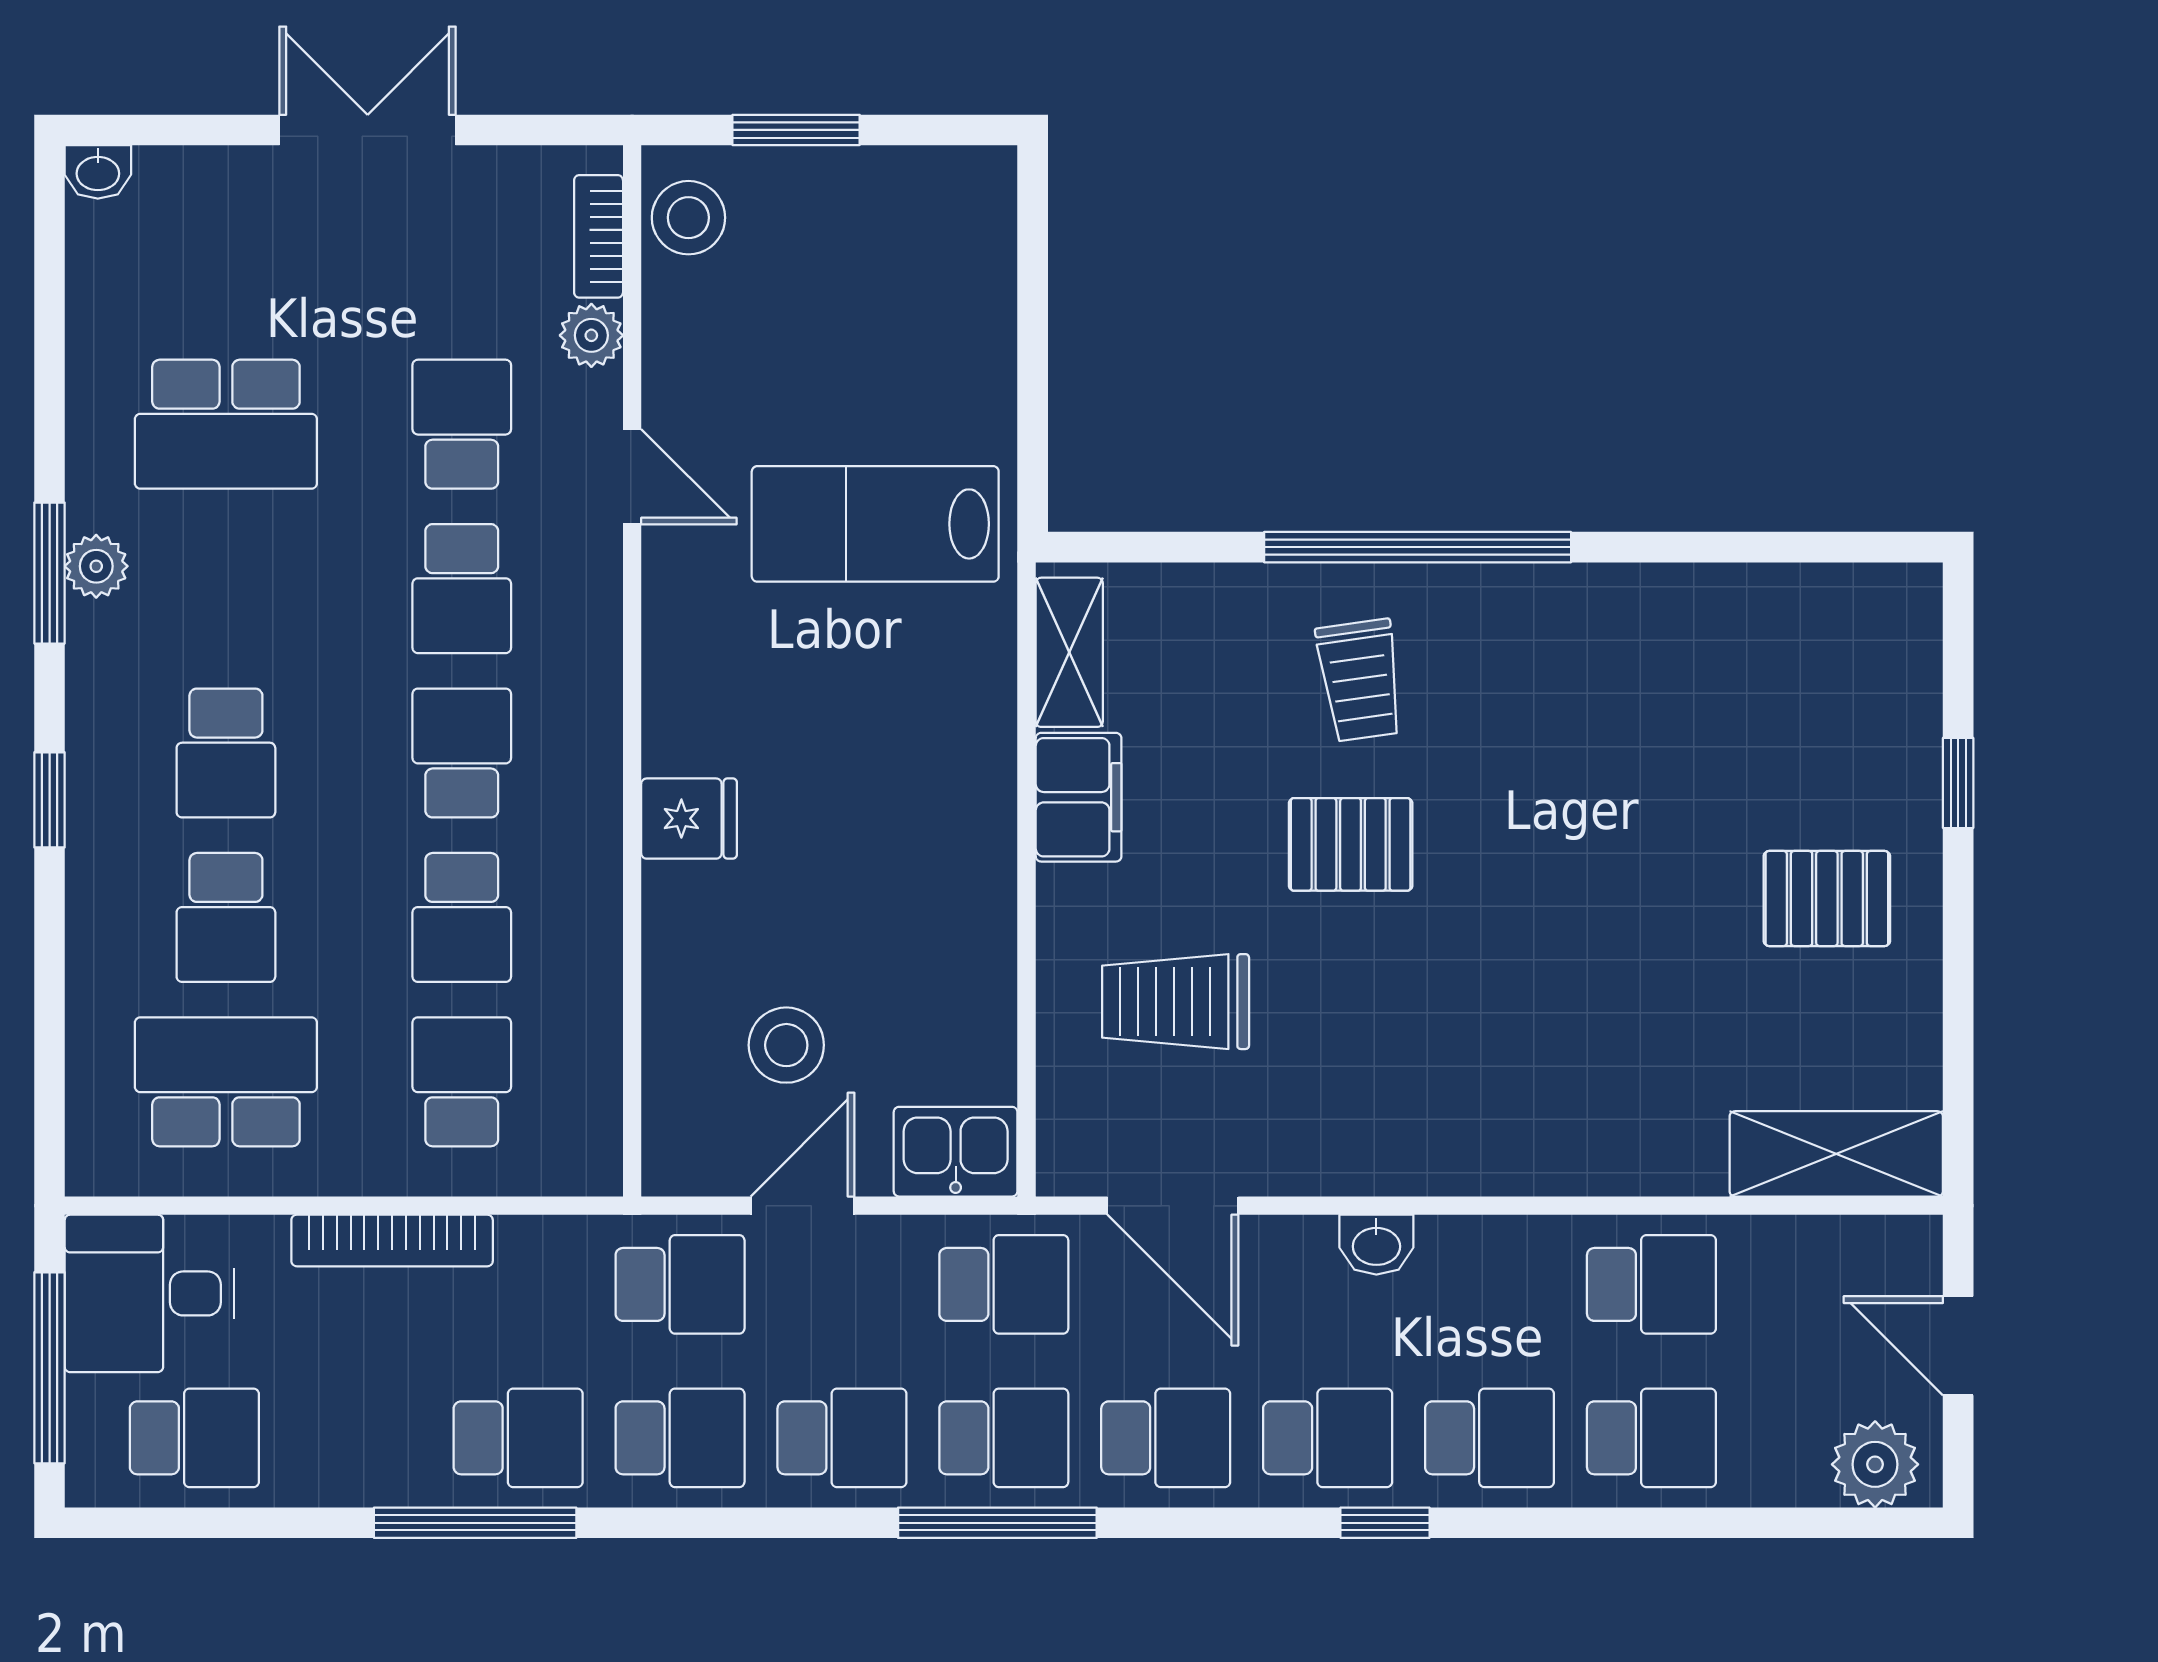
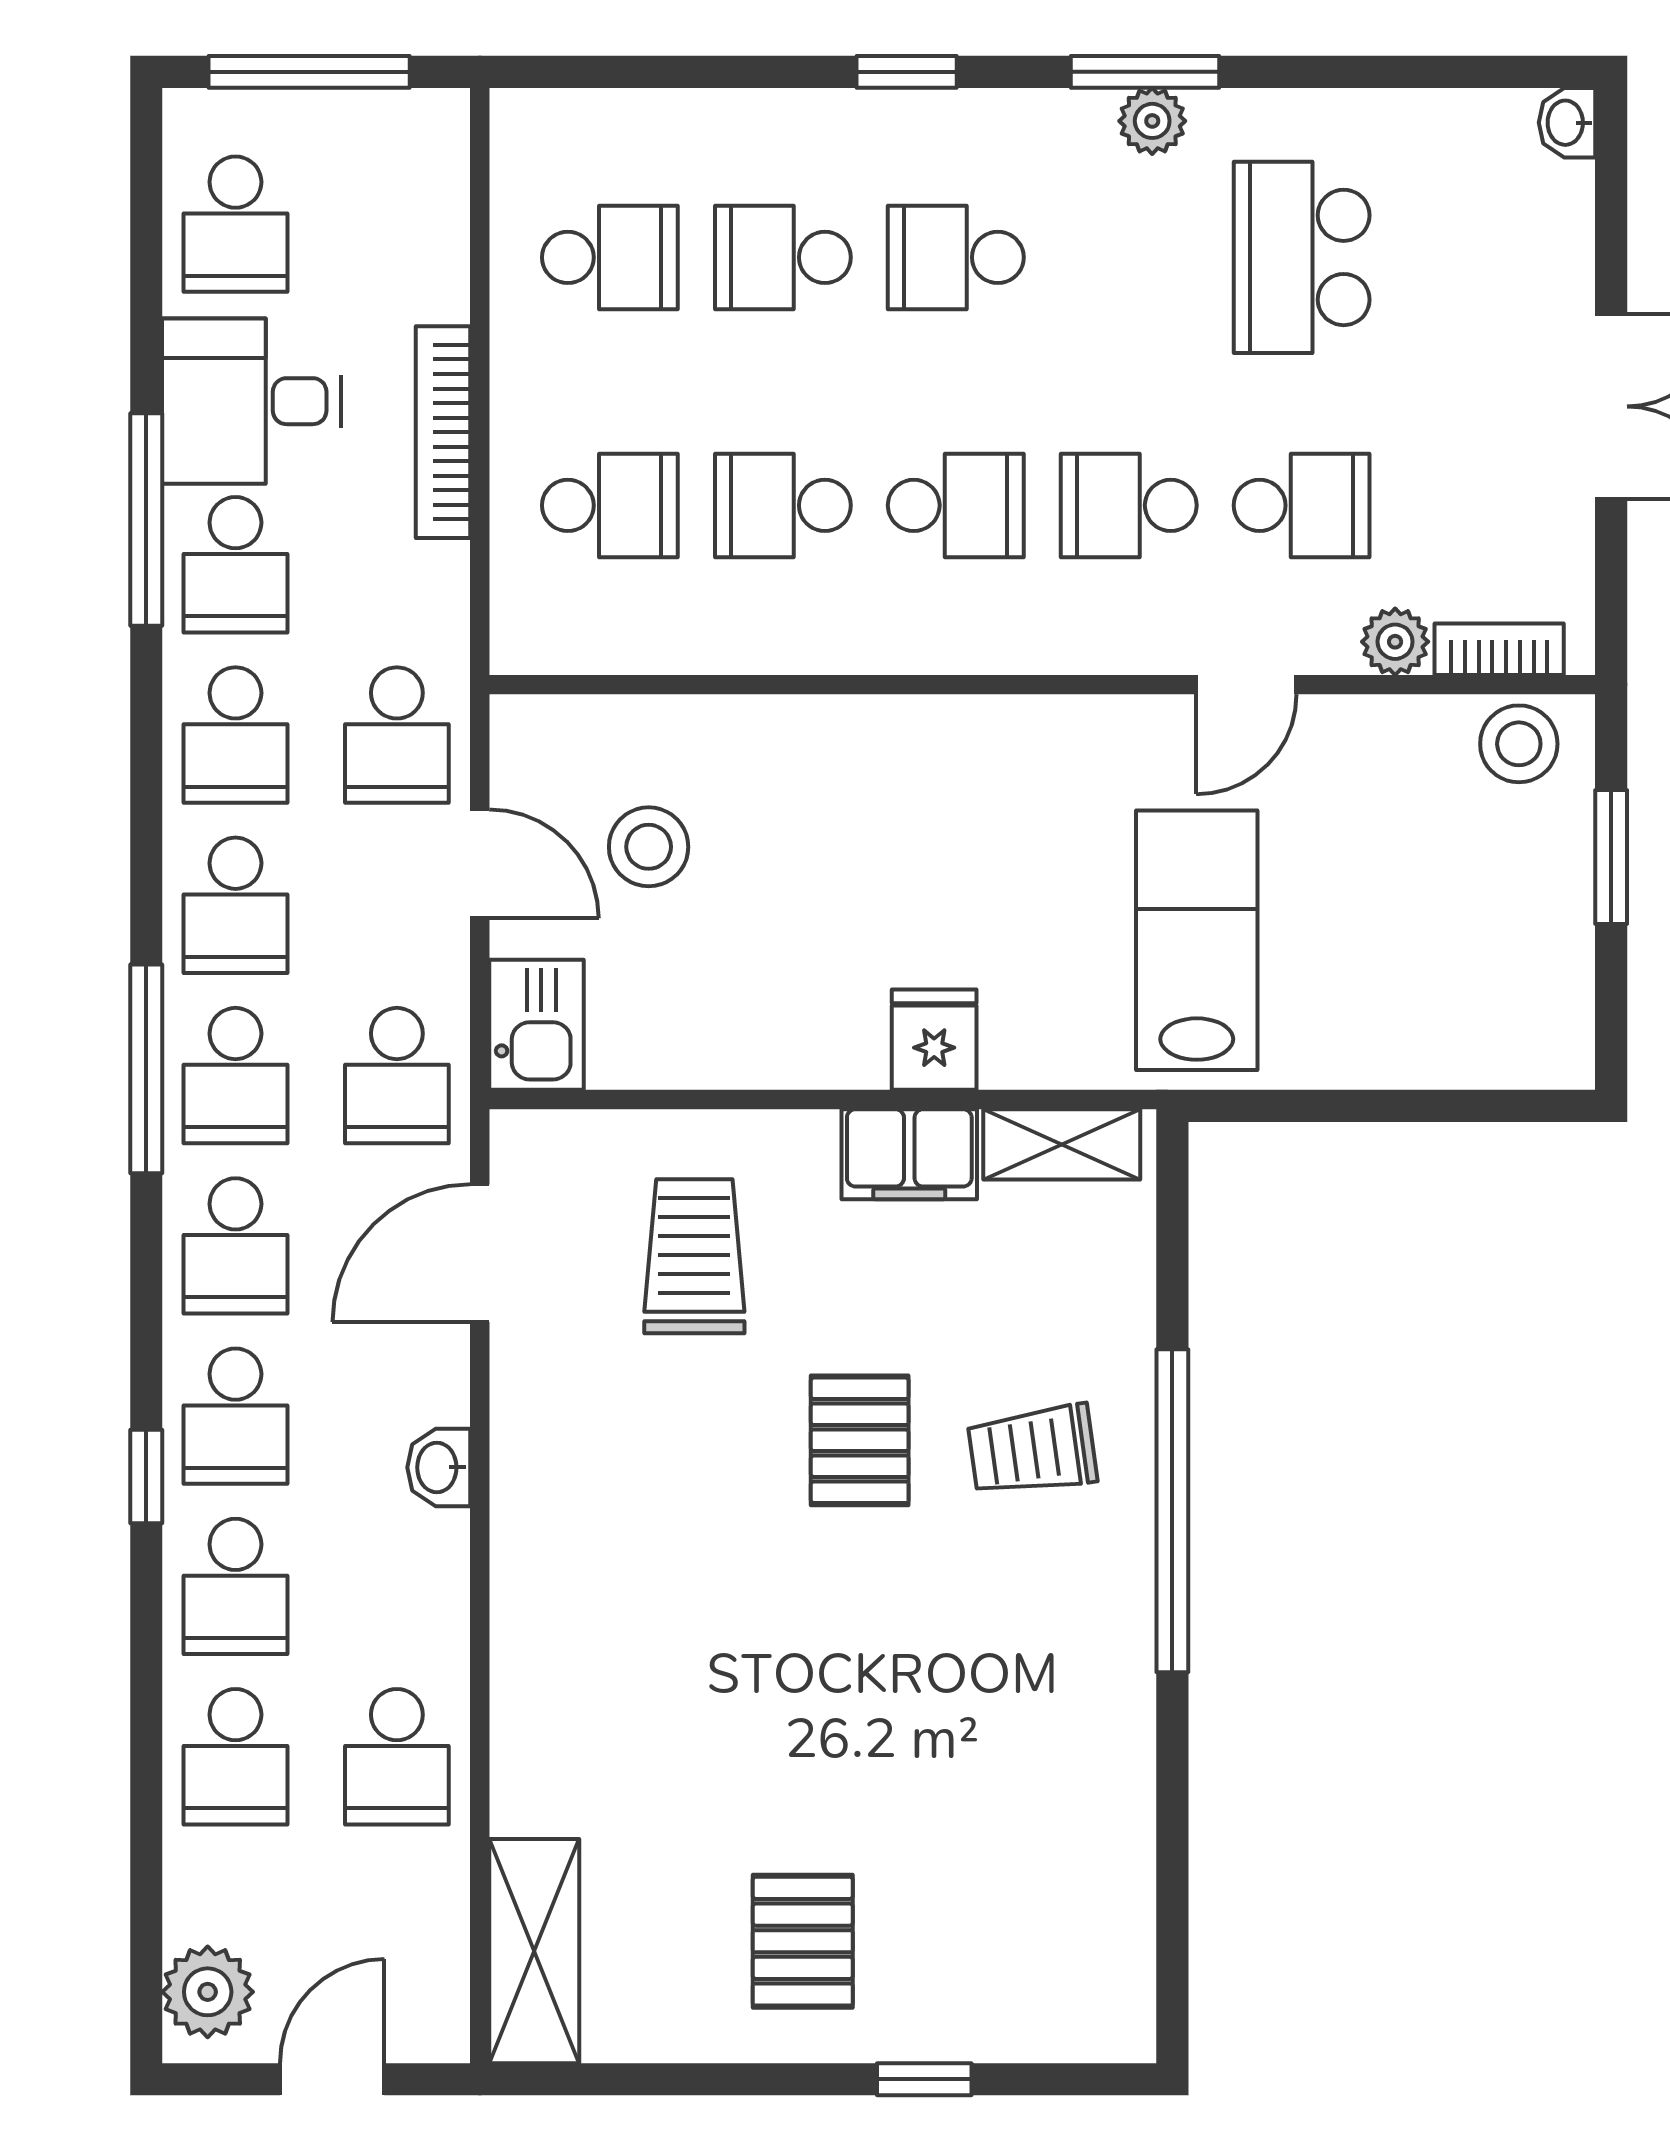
fridge: (689, 819) -> (934, 1040), moved, turned 180
school desk: (226, 1082) -> (610, 257), width x0.54
desk: (150, 1293) -> (251, 401), moved, turned -90

